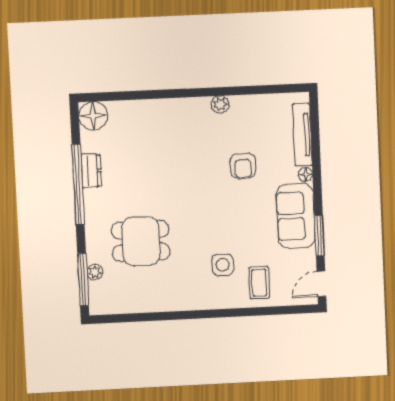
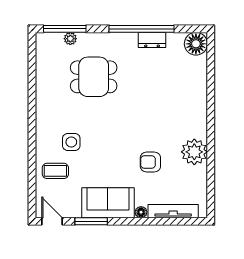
plant: (220, 104) -> (194, 152), width x1.88, depth x1.88
dining table: (141, 241) -> (94, 77), turned 90

